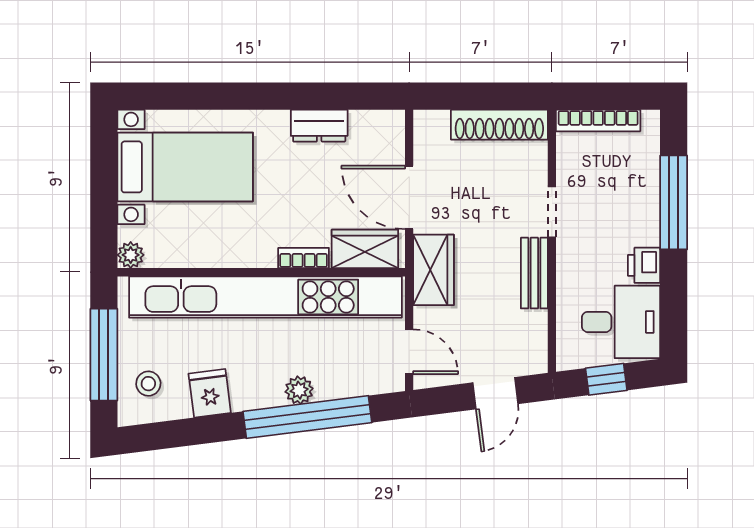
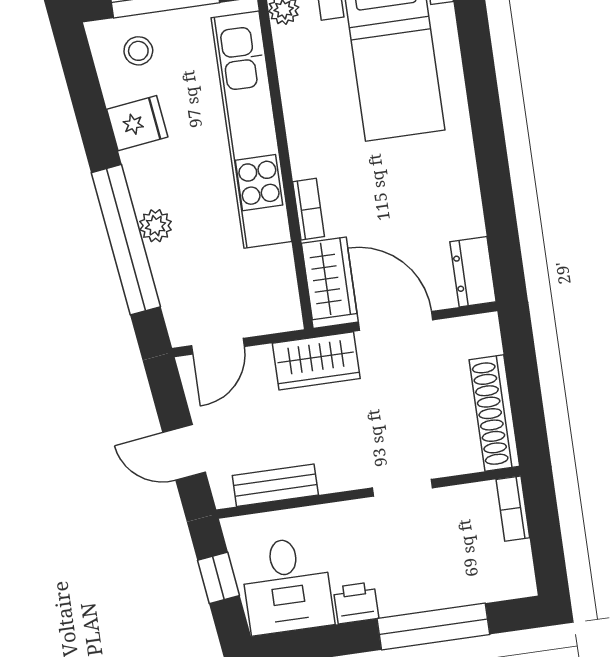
bookcase: (598, 121) -> (513, 509), width x0.64
dresser: (319, 126) -> (473, 272), moved
door: (409, 197) -> (396, 321), hinge flipped
bench: (534, 273) -> (275, 485), moved
kitchen unit: (265, 297) -> (251, 130), width x0.73

